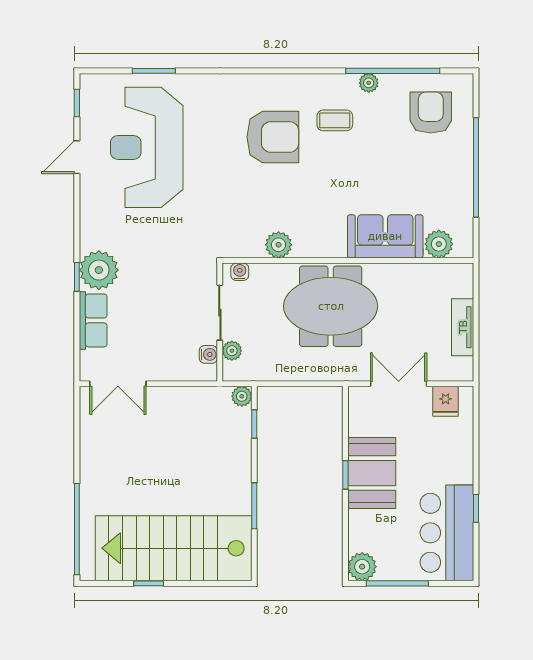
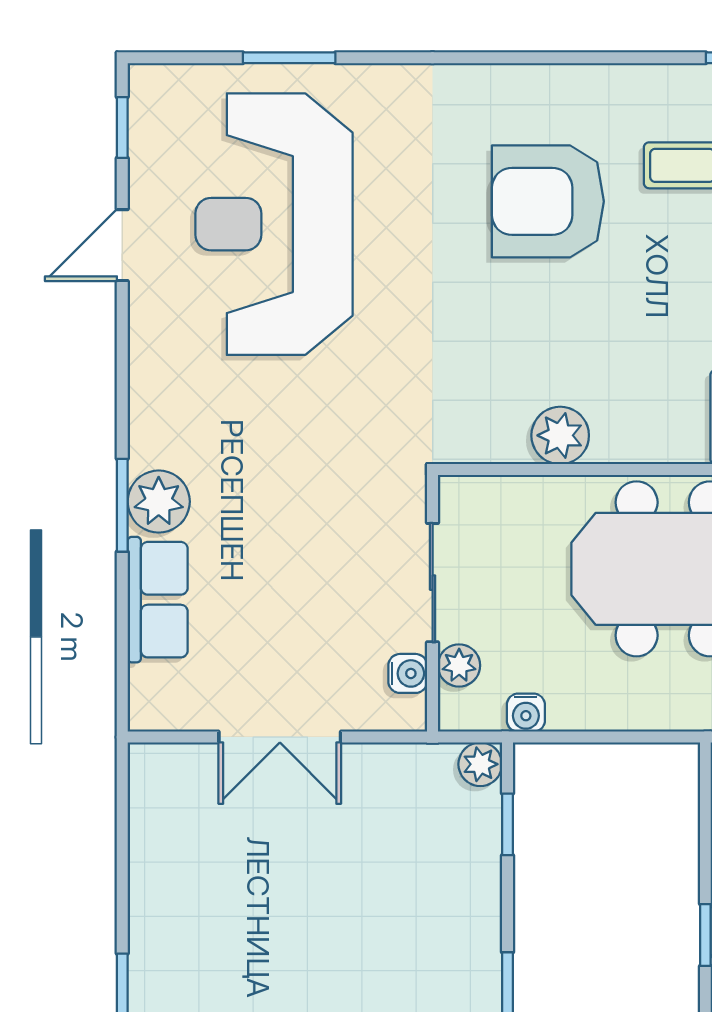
armchair: (273, 137) -> (548, 201), turned 180
plant: (99, 270) -> (159, 502), width x0.73, depth x0.73
water cooler: (240, 272) -> (526, 713), moved, turned 180
window: (77, 277) -> (122, 505), width x1.50
double door: (118, 384) -> (280, 737), moved

